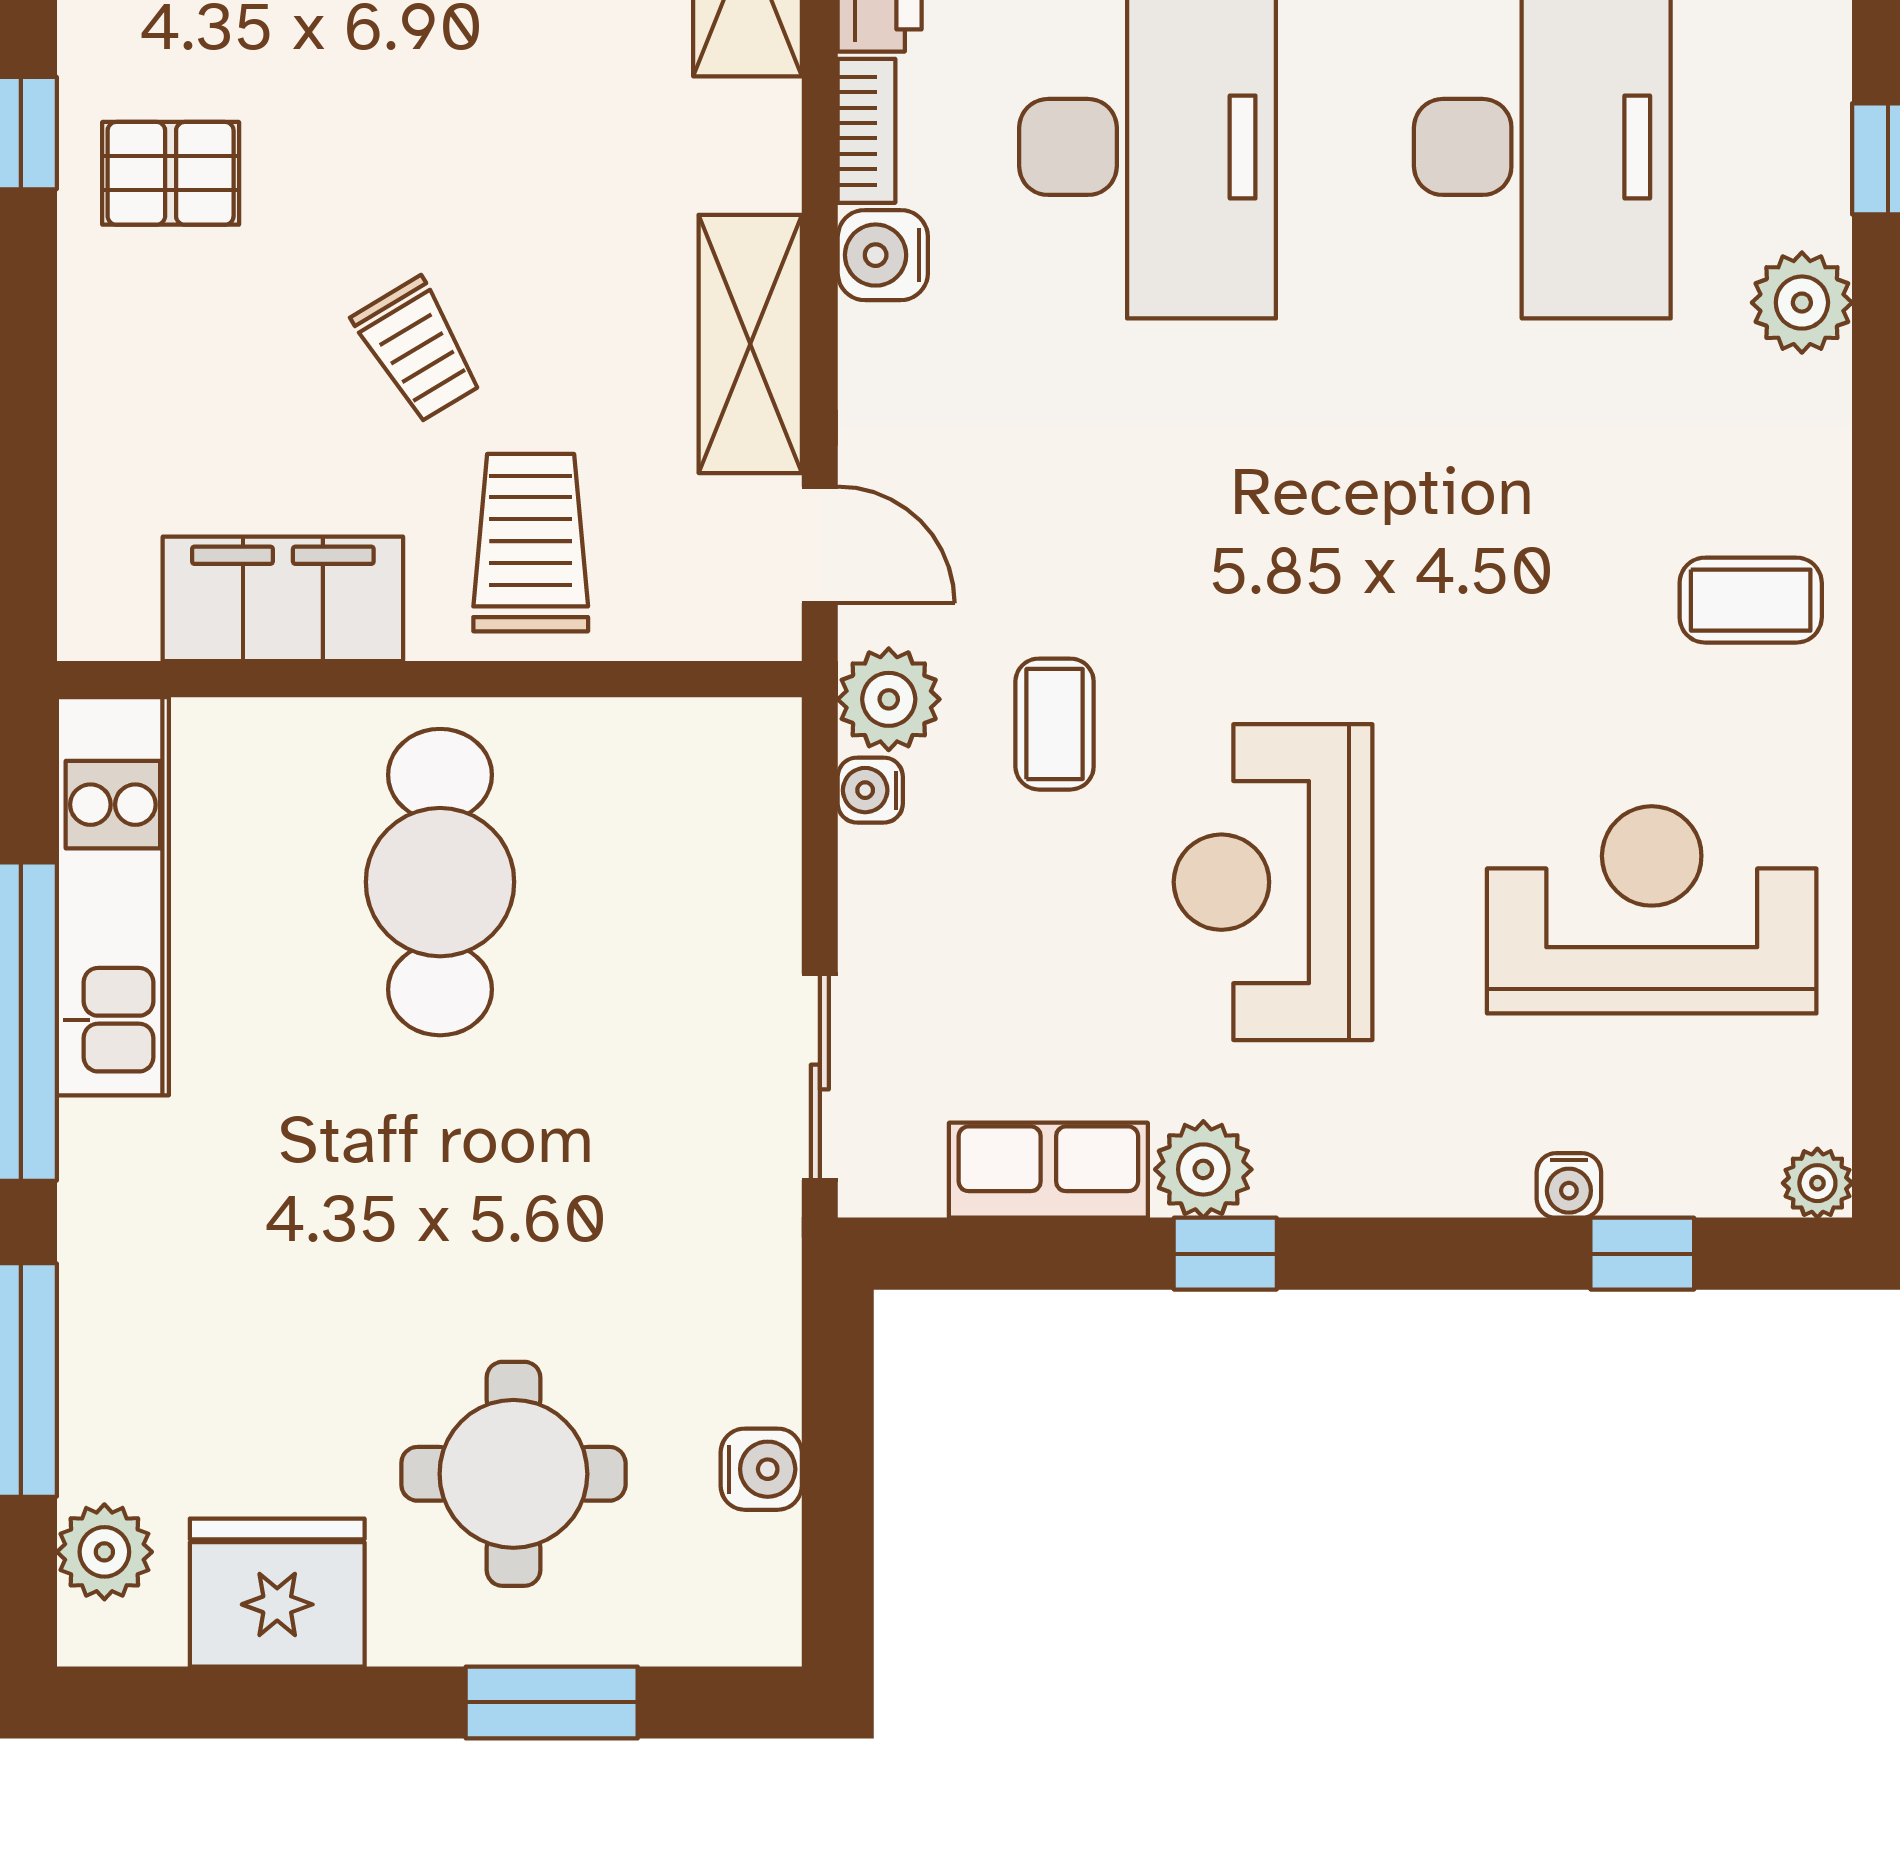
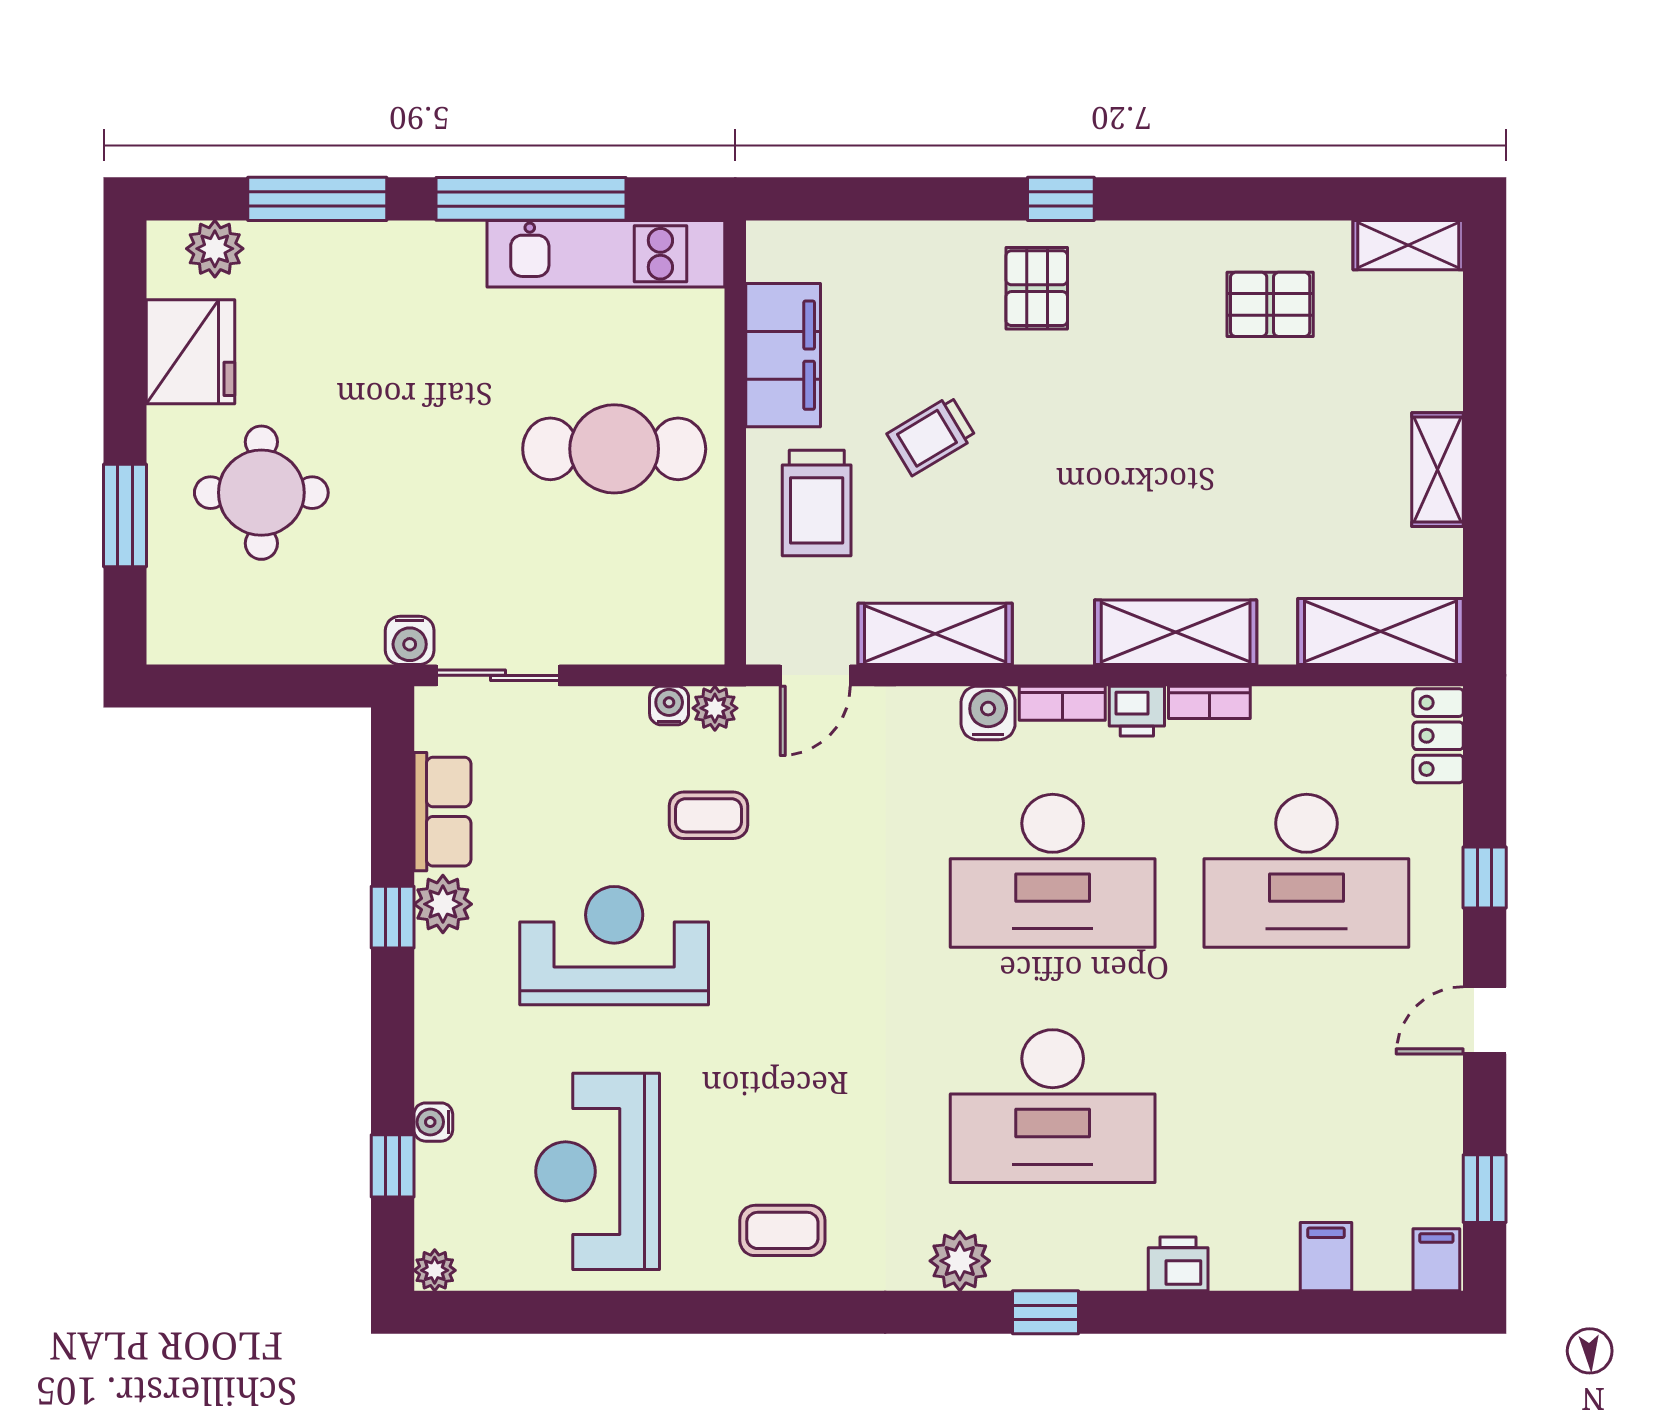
trolley: (531, 543) -> (817, 503), turned 90
coffee table: (1751, 600) -> (782, 1230), turned 90
plant: (889, 699) -> (715, 708), width x0.73, depth x0.73
reception desk: (1652, 910) -> (598, 1171), turned 180
water cooler: (761, 1469) -> (410, 640), moved

